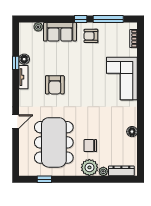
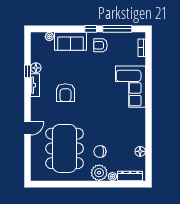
floor lamp: (132, 132) -> (140, 151), moved
window: (44, 179) -> (55, 184), removed

